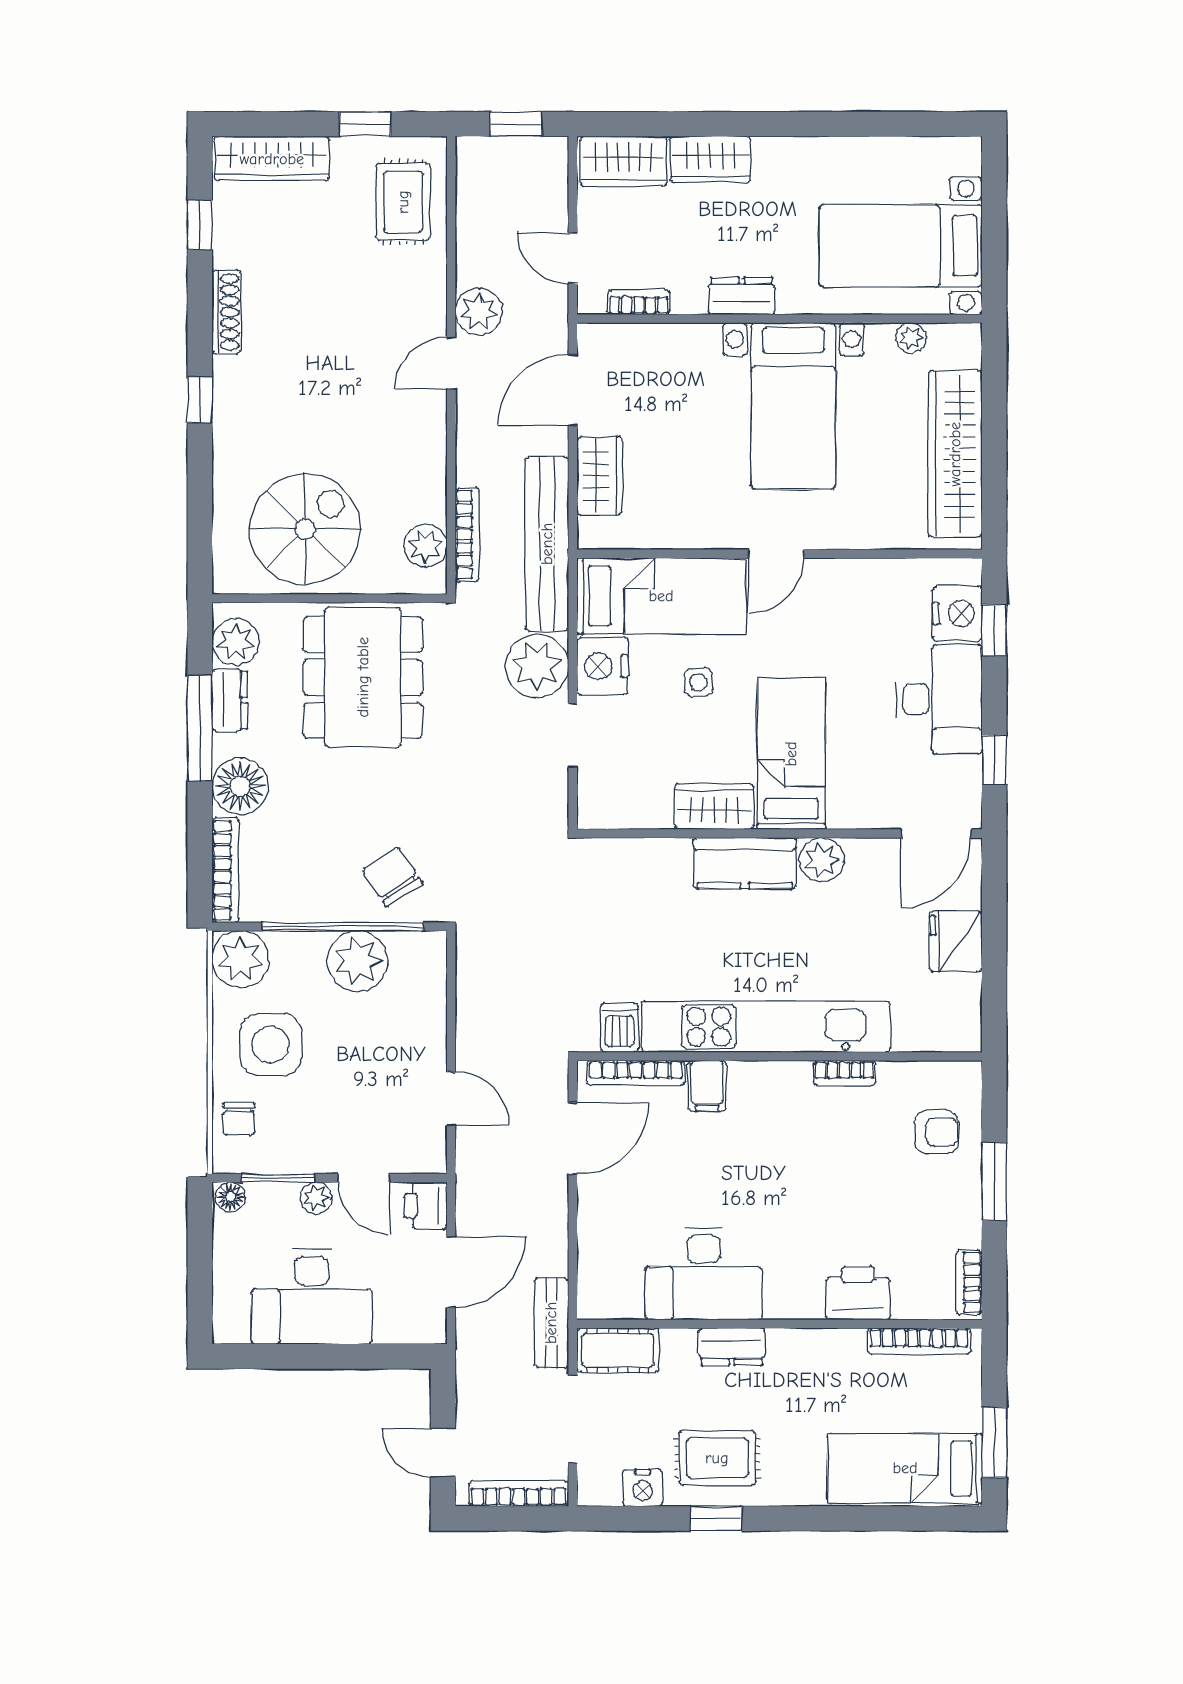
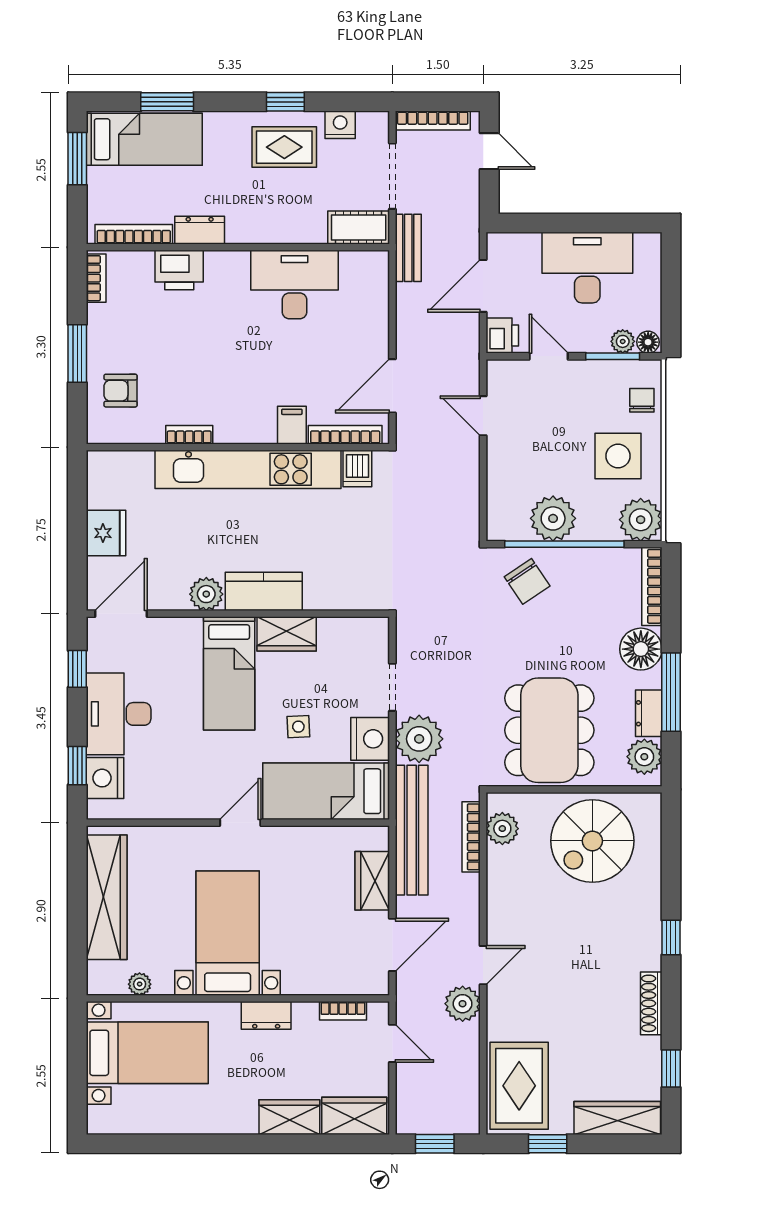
rug: (403, 202) -> (519, 1086), width x1.36, depth x1.43
plant: (316, 1198) -> (623, 341), moved
dresser: (732, 1347) -> (200, 230), moved
window: (874, 1519) -> (167, 102), added

